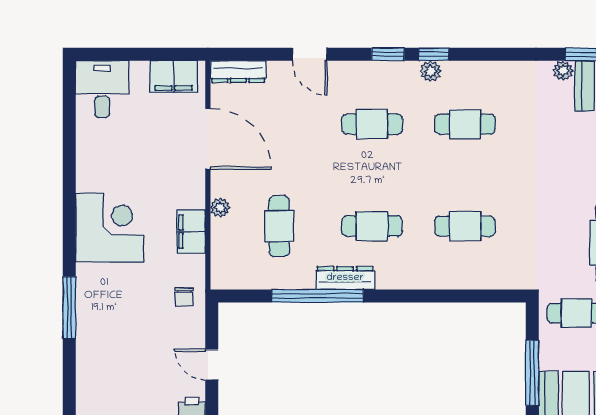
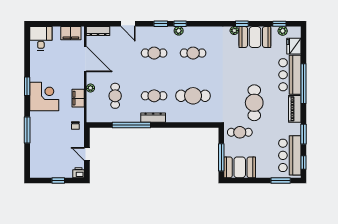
window: (69, 203) -> (27, 86), added
cafe table: (465, 226) -> (193, 96), width x1.37, depth x1.35
dresser: (345, 278) -> (153, 118), moved

